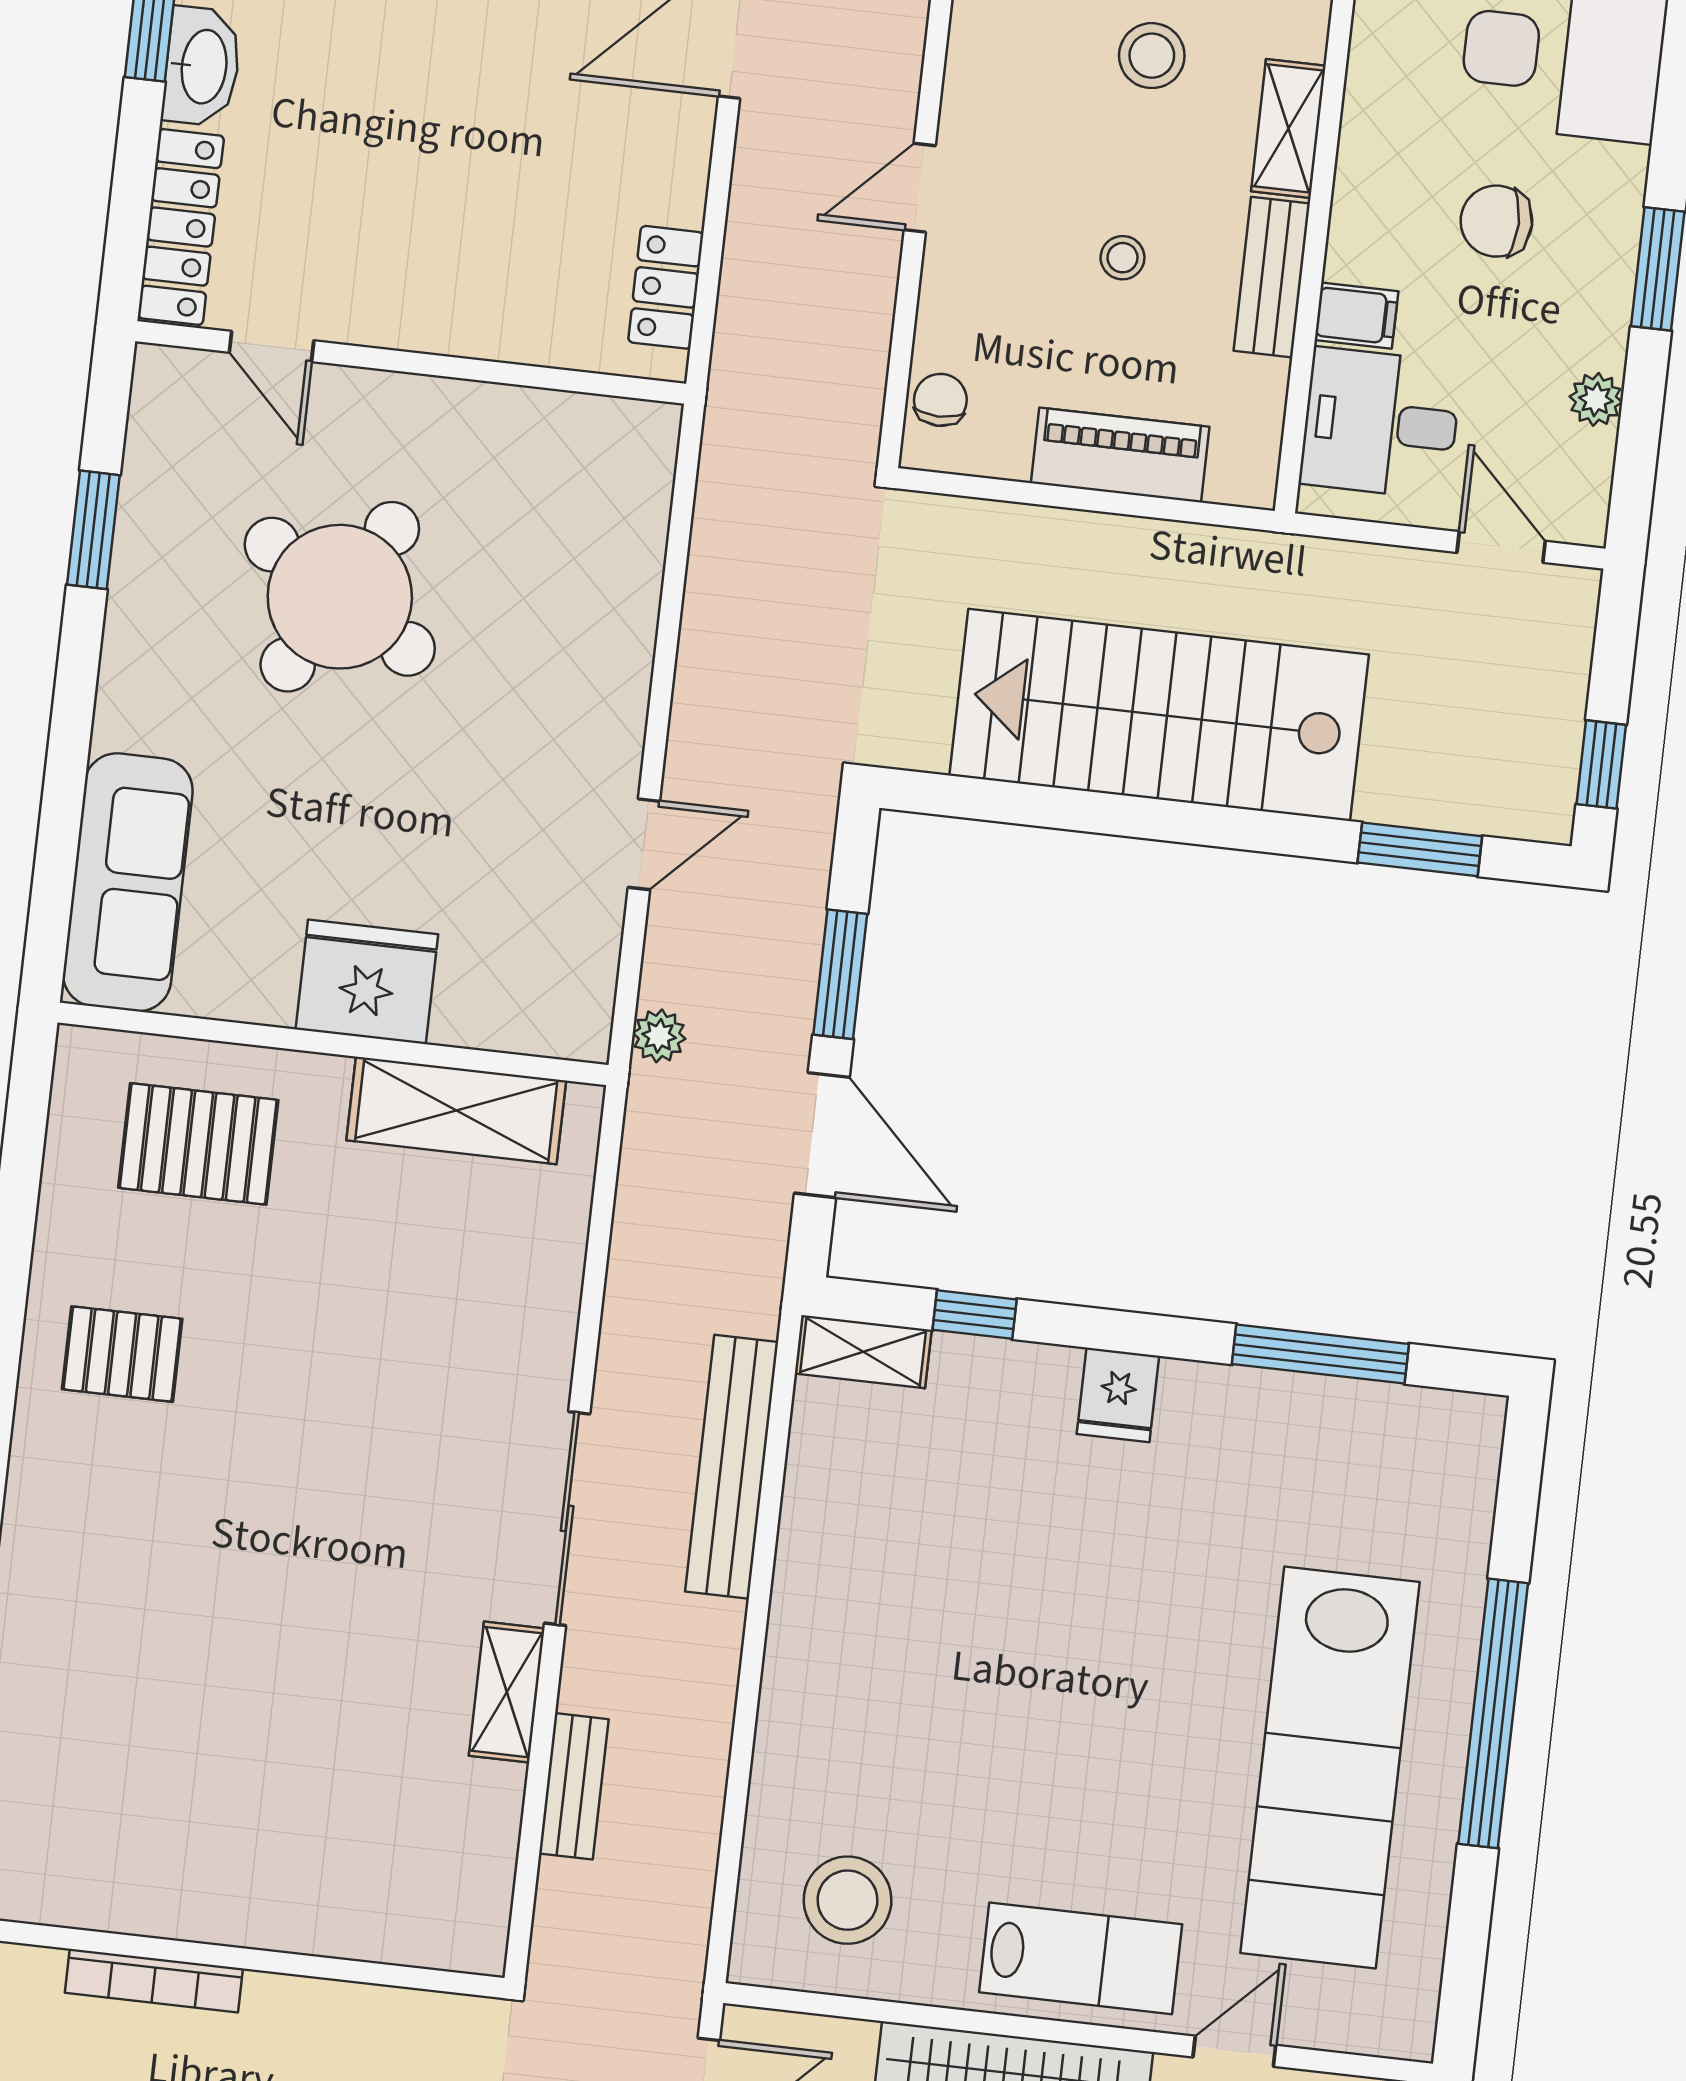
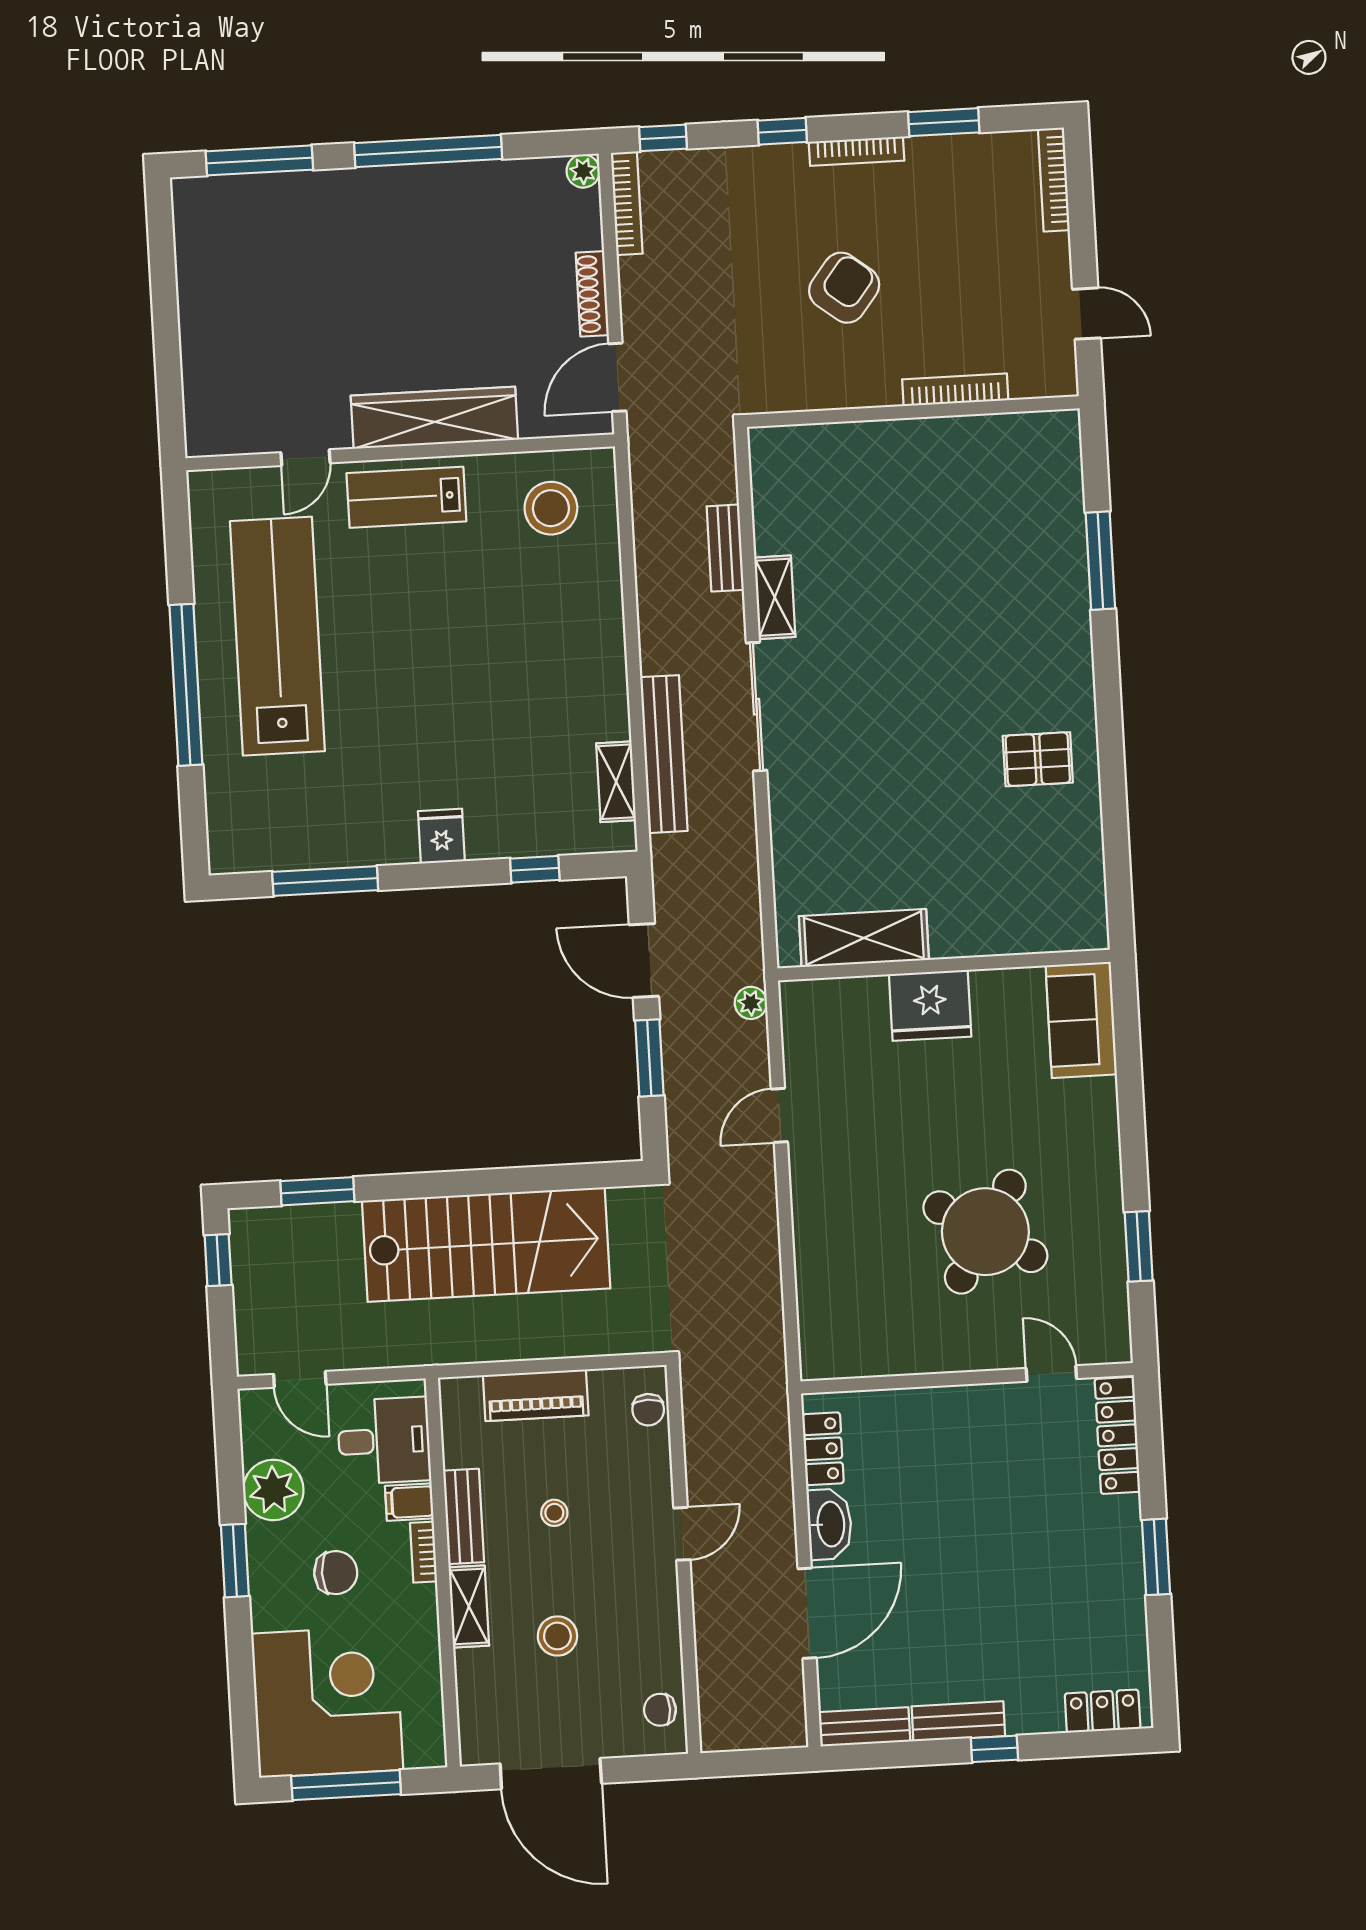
washbasin: (202, 66) -> (830, 1524), moved, turned 180
bookcase: (1347, 230) -> (424, 1552), added
plant: (1596, 399) -> (273, 1490), width x1.88, depth x1.88
sofa: (128, 882) -> (1081, 1020), width x0.73
pallet: (198, 1144) -> (1014, 892), removed
shelving: (863, 1352) -> (616, 782), moved, turned 90

